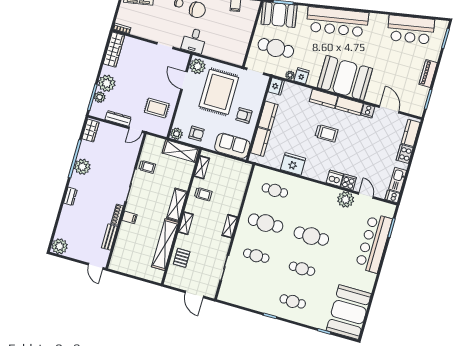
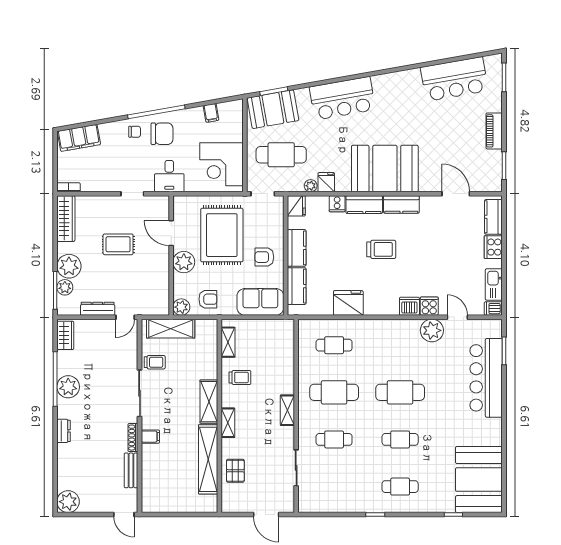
bar counter: (337, 22) -> (342, 98), width x0.73
corner desk: (233, 43) -> (222, 164), added
plant: (198, 66) -> (184, 262), moved
rug: (157, 108) -> (118, 244), moved
cooker: (368, 111) -> (337, 204), moved
shelving: (181, 151) -> (171, 329), moved

